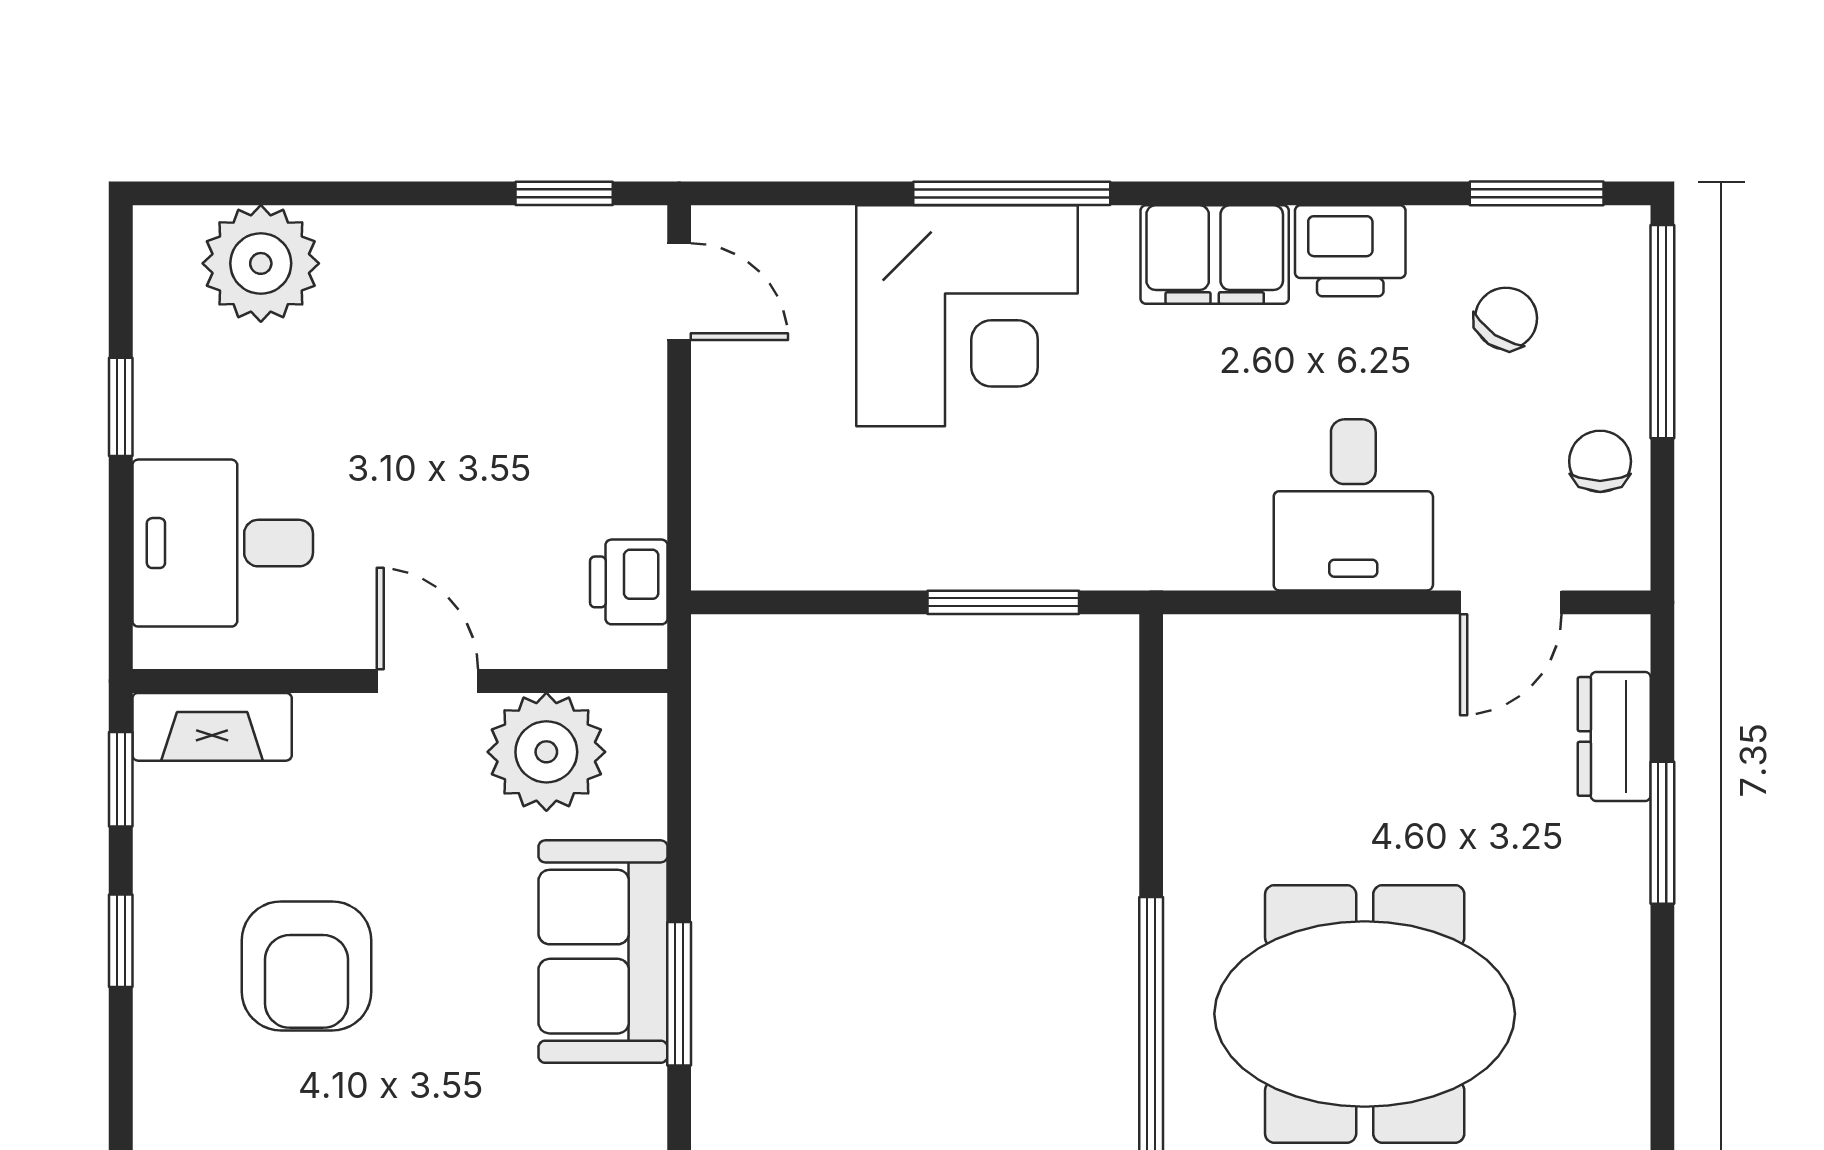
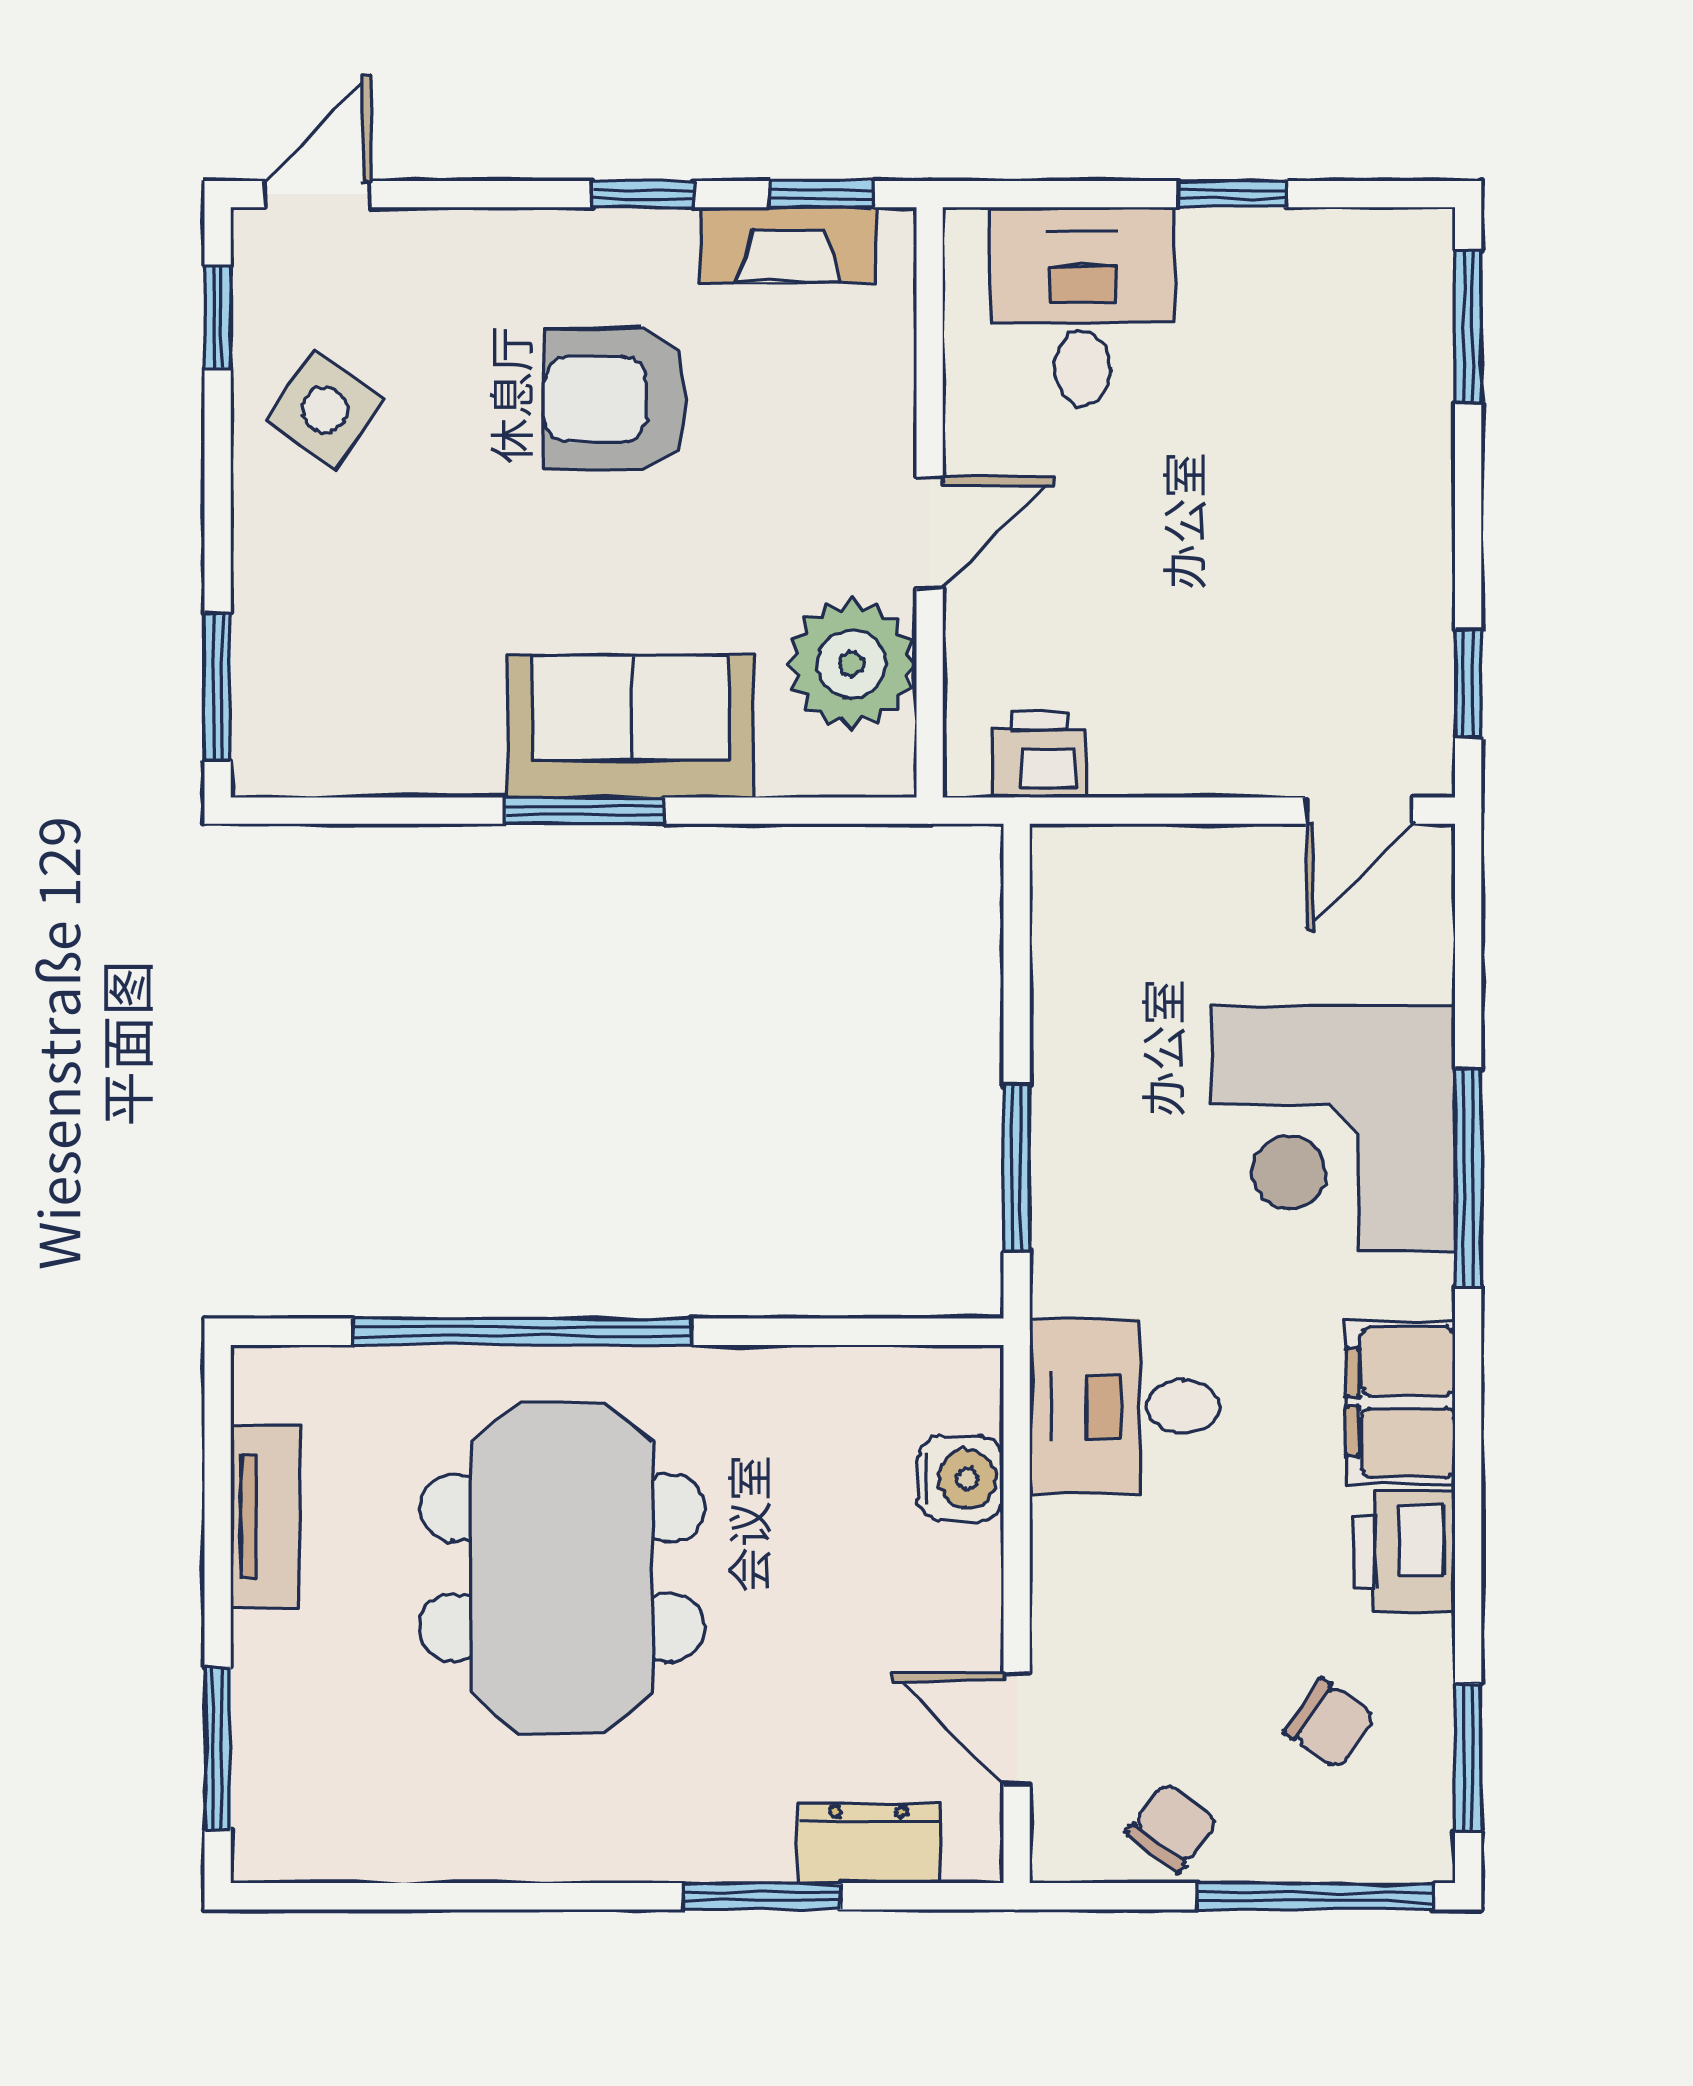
window: (241, 193) -> (1468, 327), added
plant: (261, 263) -> (1391, 349), removed
chair: (1600, 461) -> (1172, 1828), turned -52
desk: (1353, 505) -> (1124, 1406), moved
water cooler: (1284, 653) -> (961, 1478), added
fireplace: (212, 727) -> (788, 245), moved, turned -90

